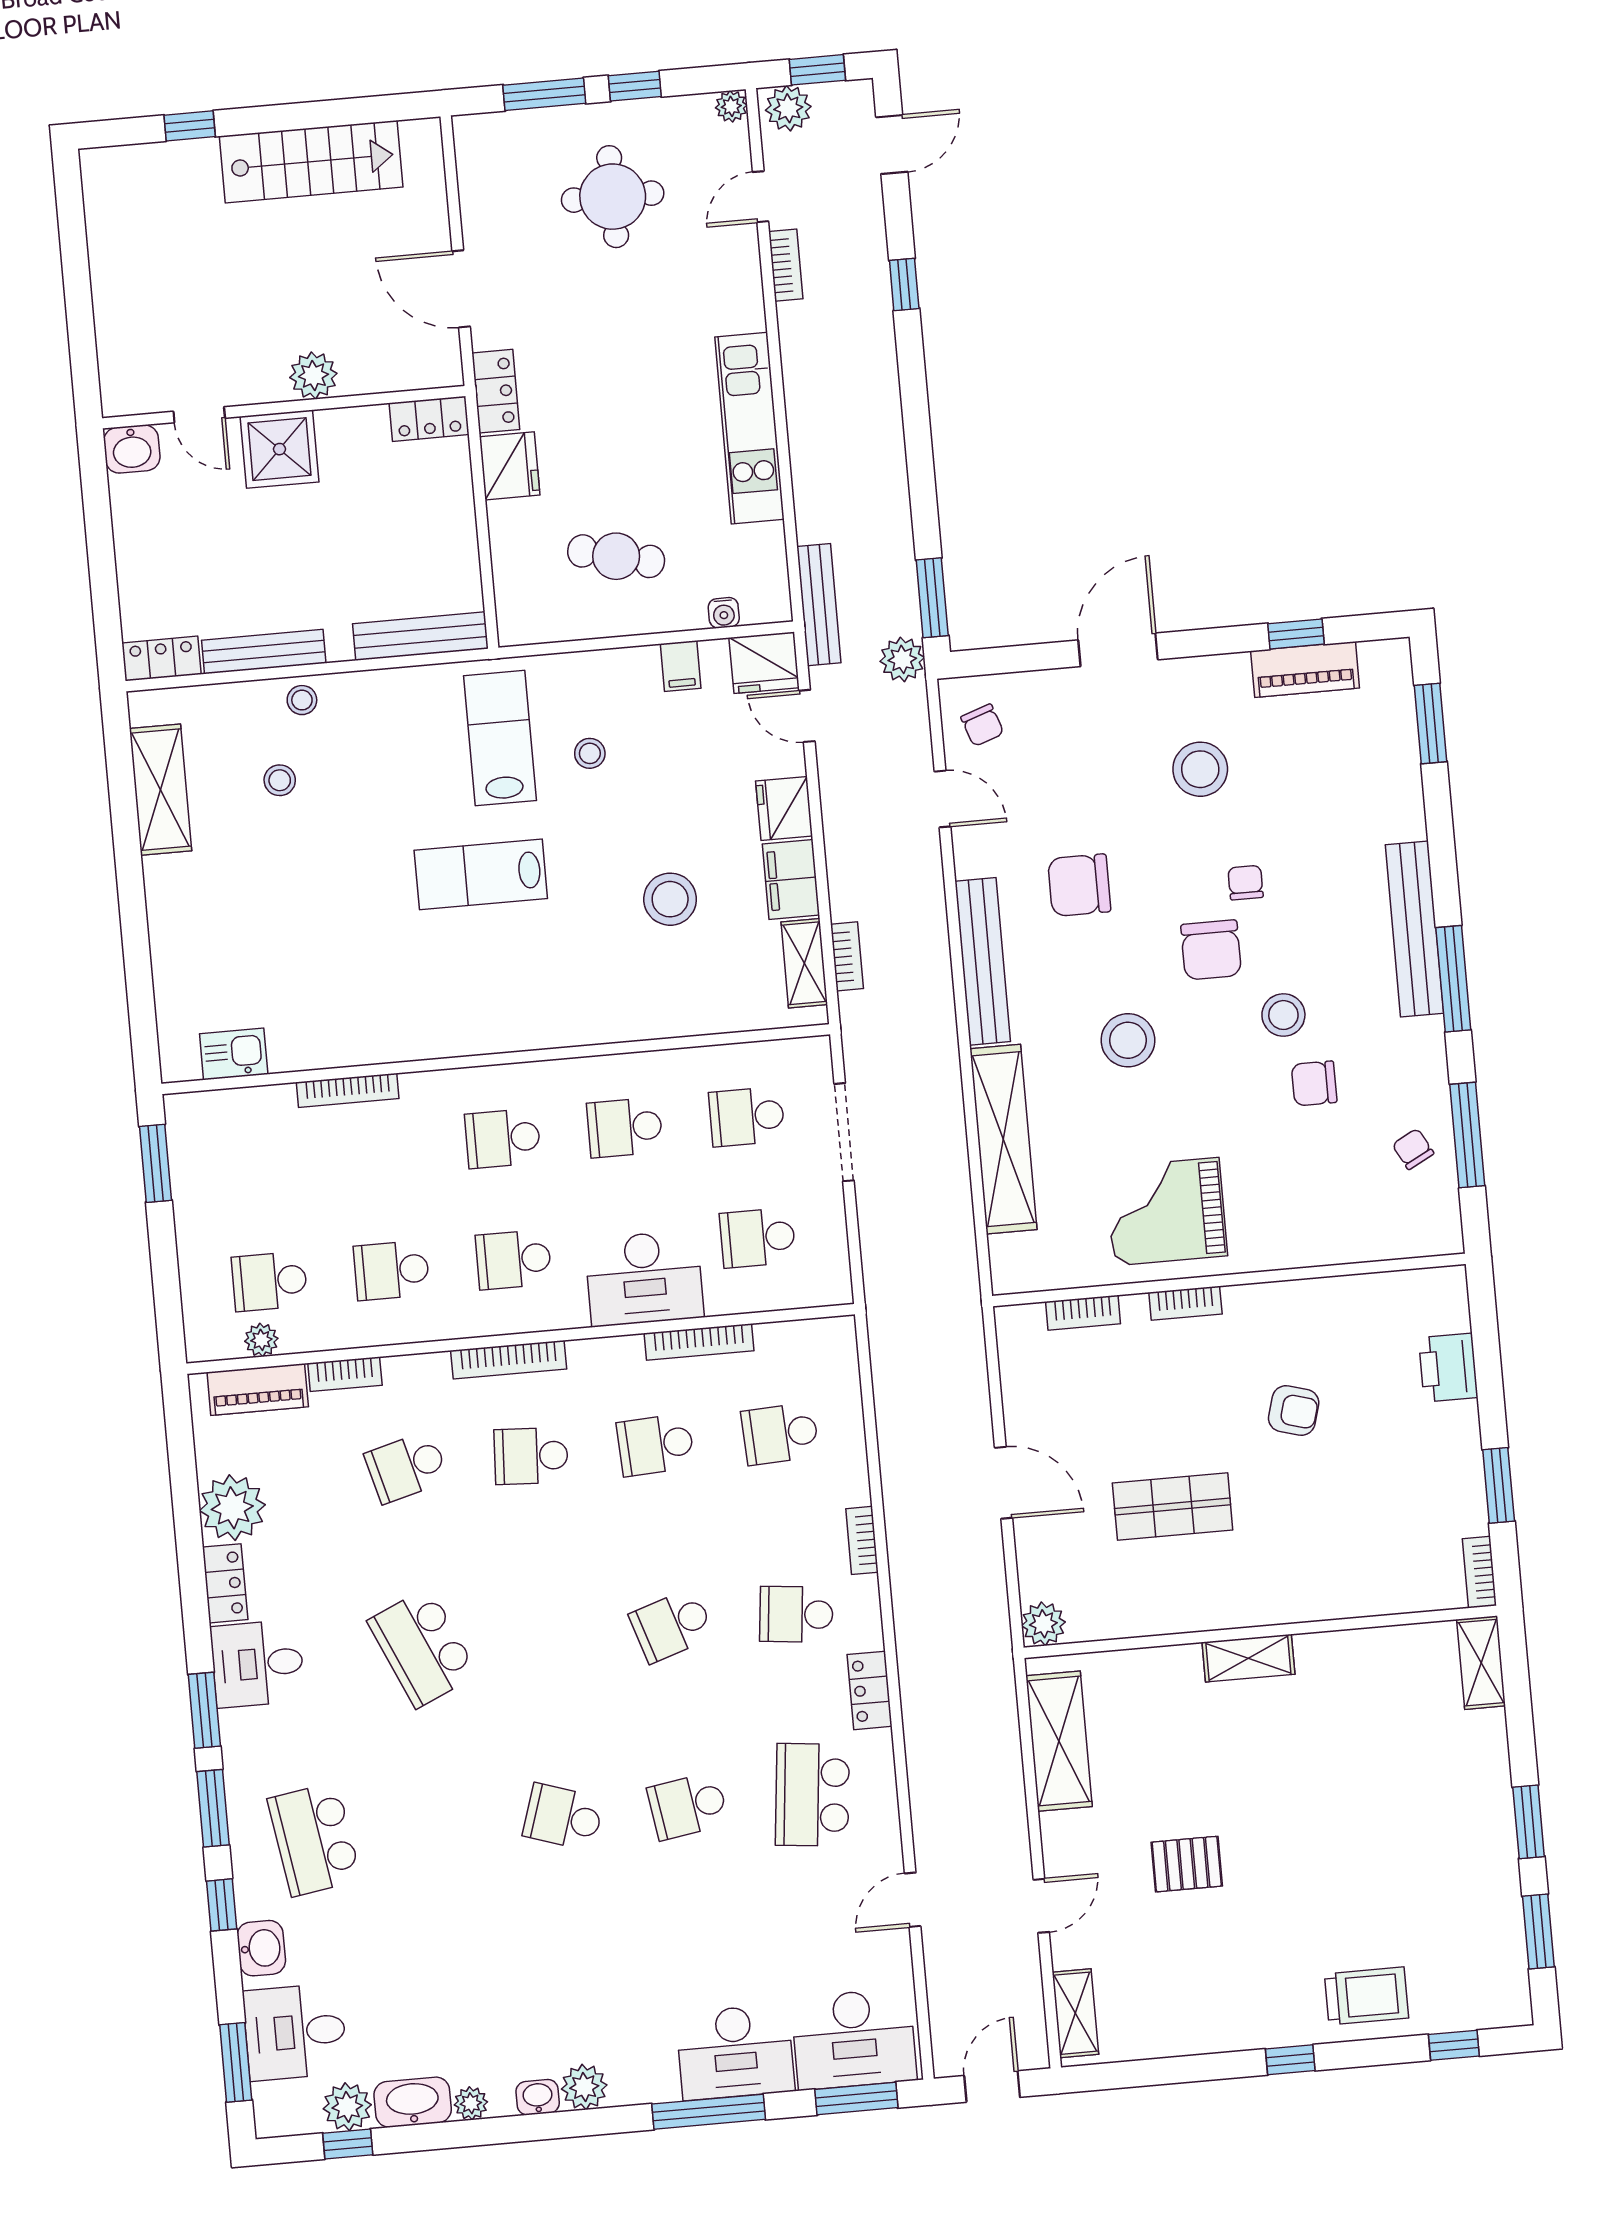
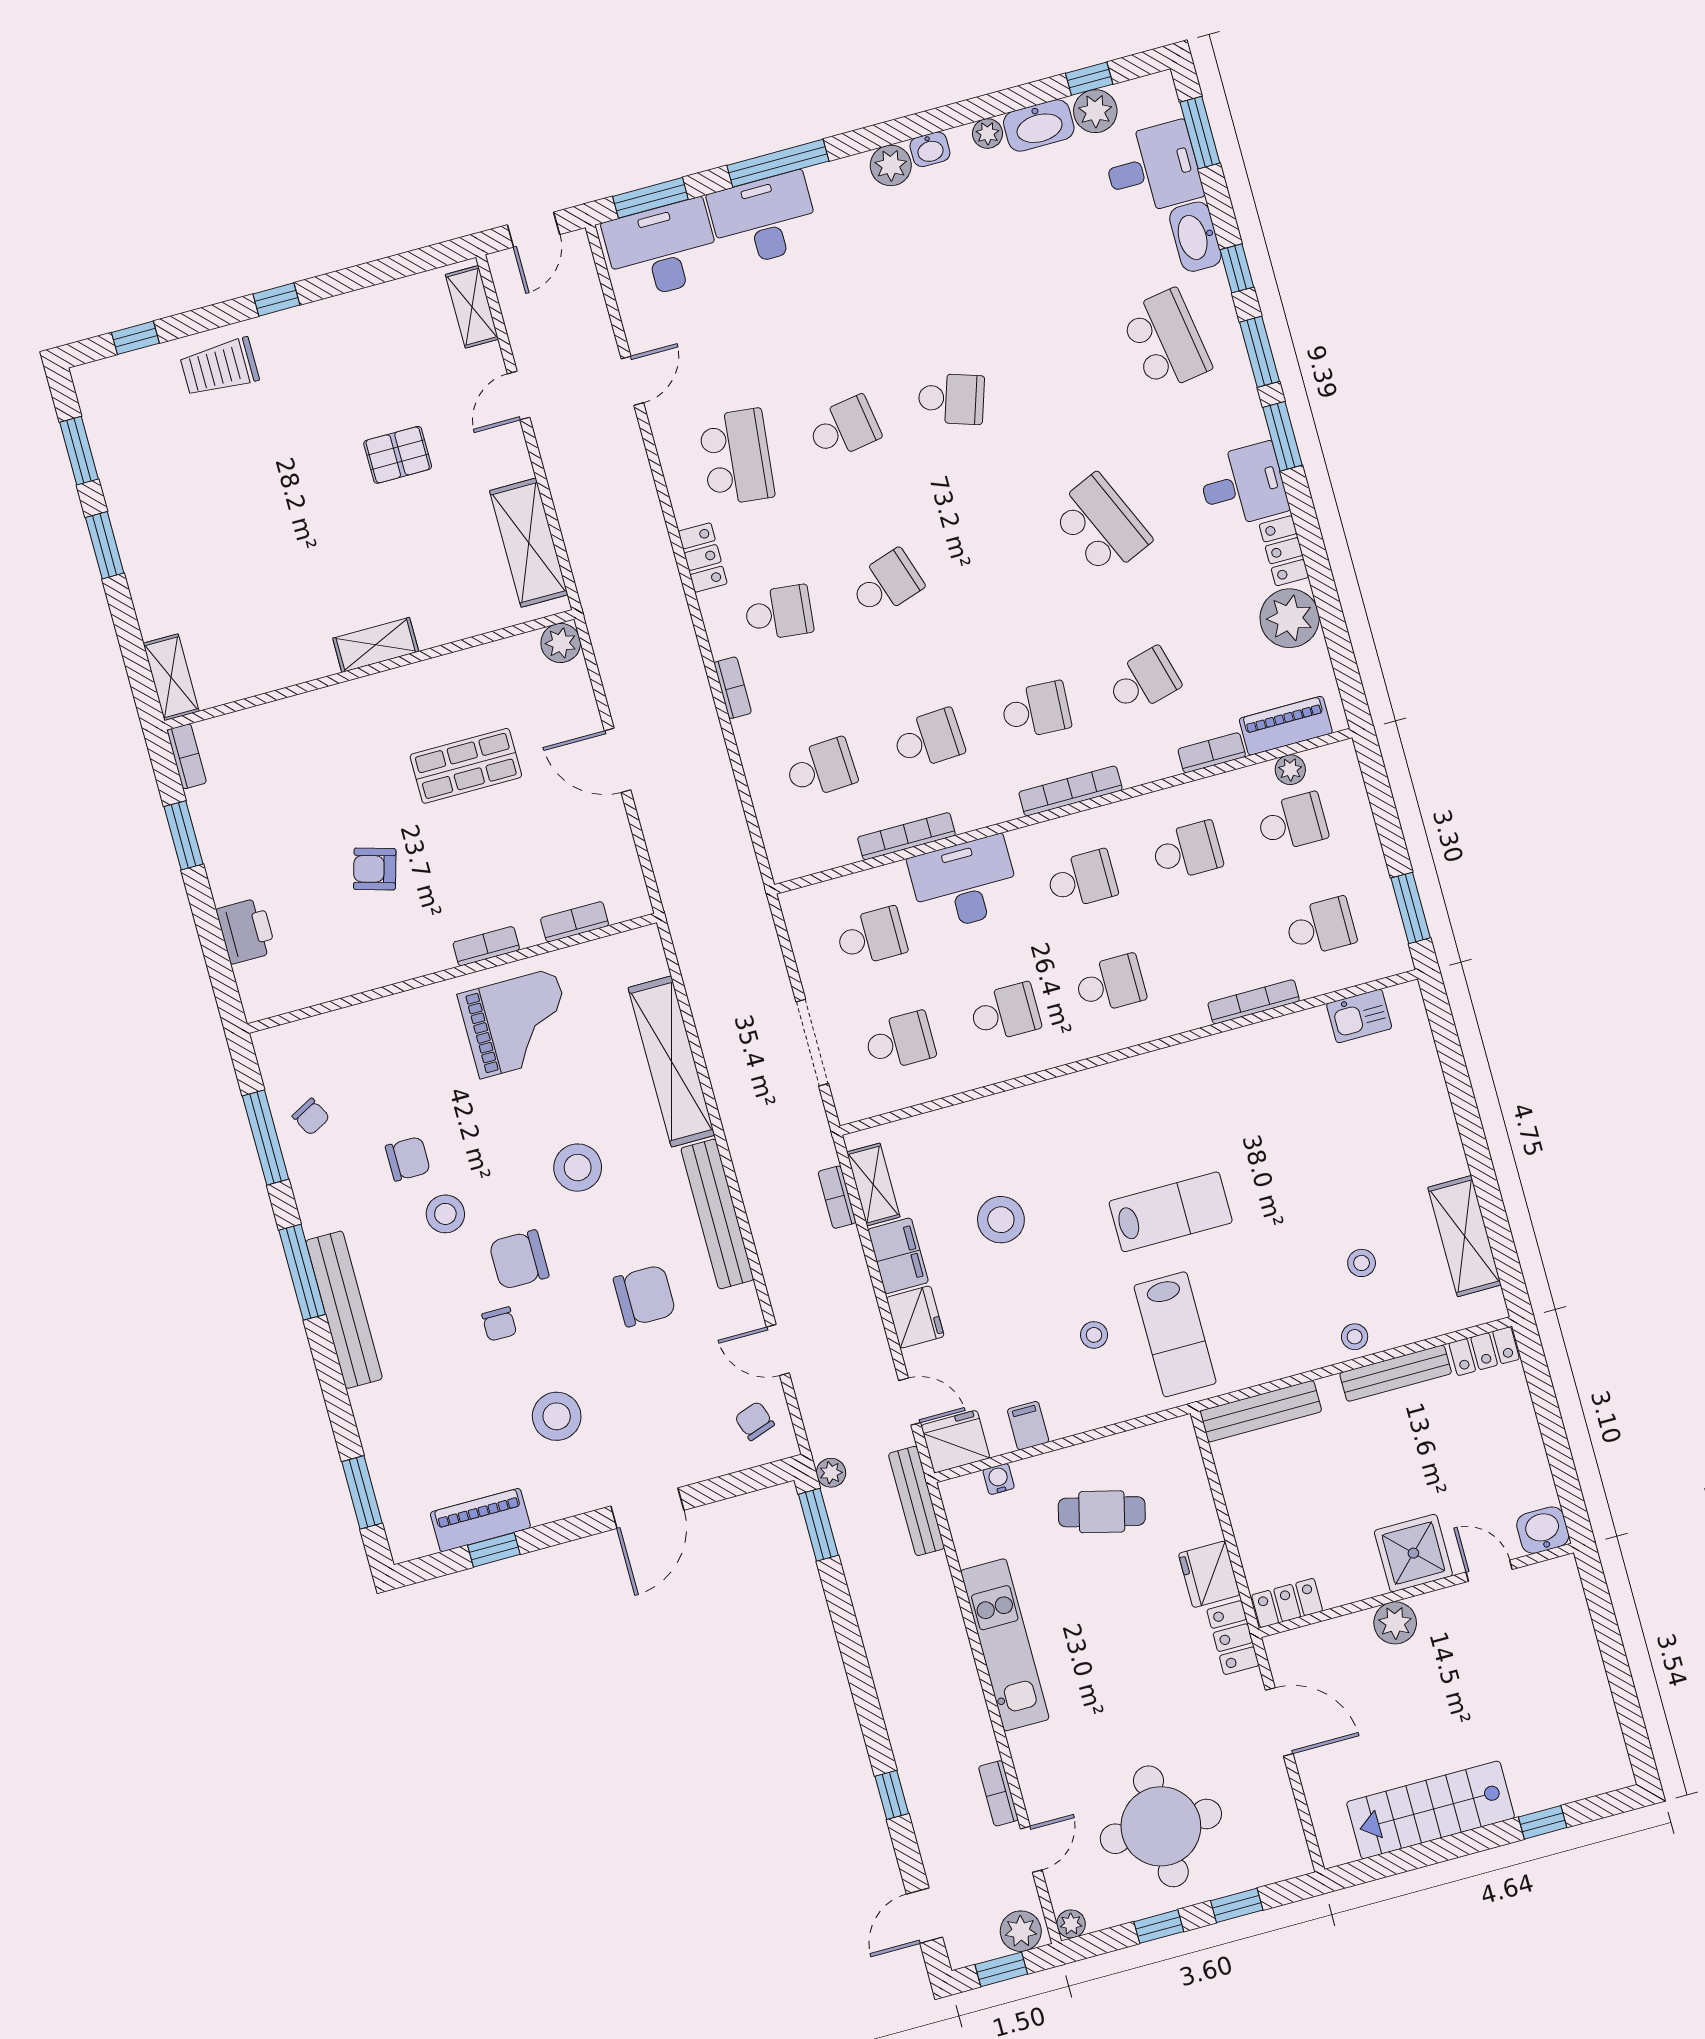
window: (544, 94) -> (1237, 1905), width x0.67
round table: (613, 197) -> (1161, 1826), width x1.36, depth x1.36
plant: (902, 659) -> (831, 1473), width x0.73, depth x0.73
chair: (1211, 950) -> (519, 1260), turned -90
school desk: (259, 1160) -> (1321, 927), added
washbasin: (261, 1948) -> (1195, 237), width x1.38

